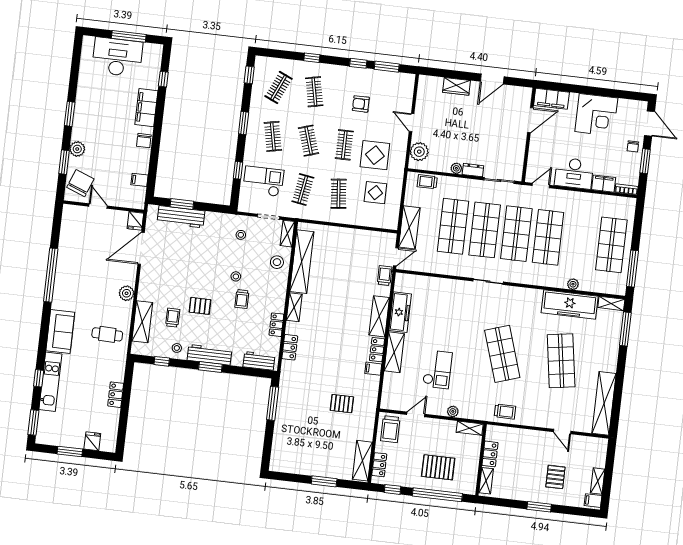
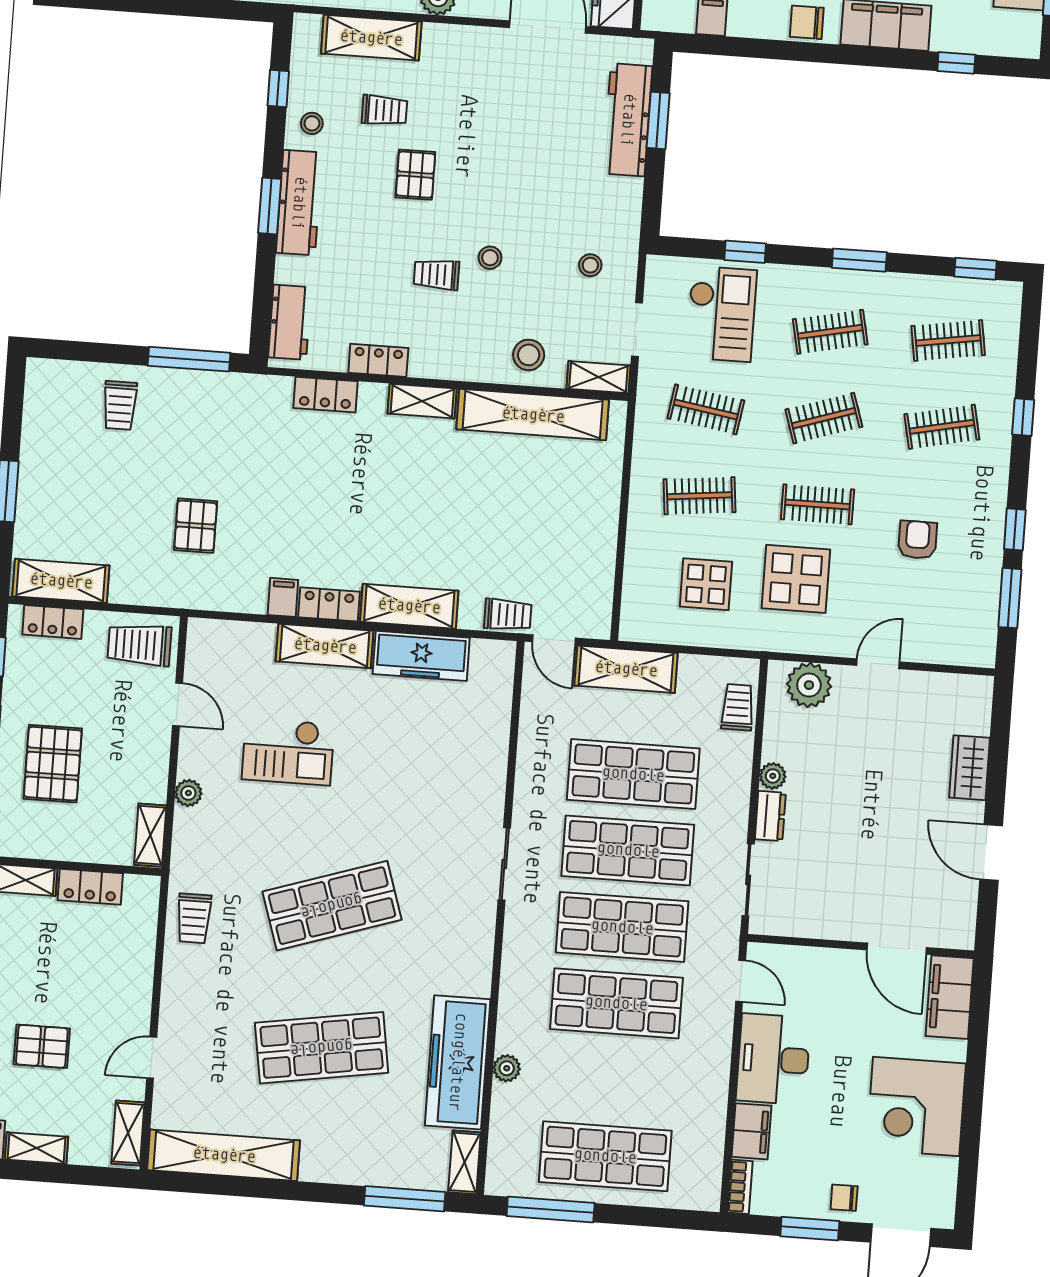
clothes rail: (279, 88) -> (948, 340), turned -33
trolley: (291, 433) -> (120, 405), added
shelving: (593, 443) -> (128, 1133), added

